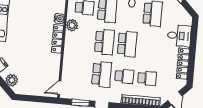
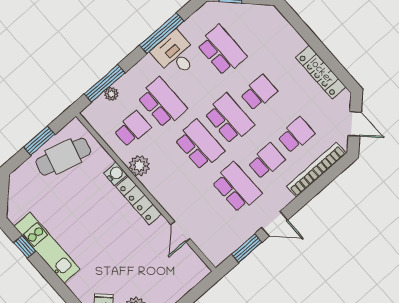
desk: (179, 36) -> (281, 43), removed
school desk: (150, 46) -> (259, 93), added
door: (59, 88) -> (180, 232), moved

